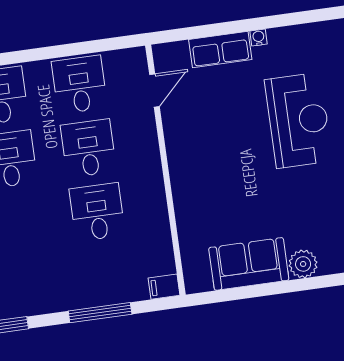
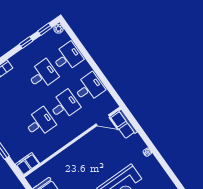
row of seats: (220, 50) -> (124, 124), moved
filing cabinet: (164, 287) -> (27, 164), width x2.00

